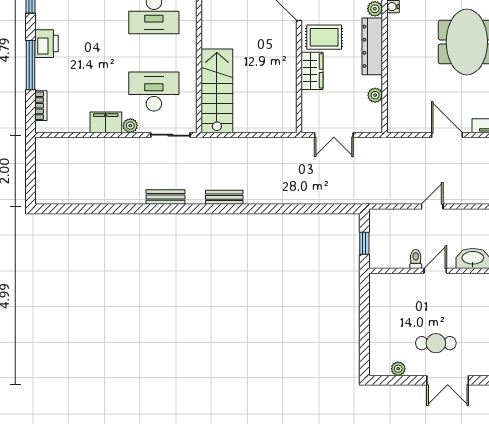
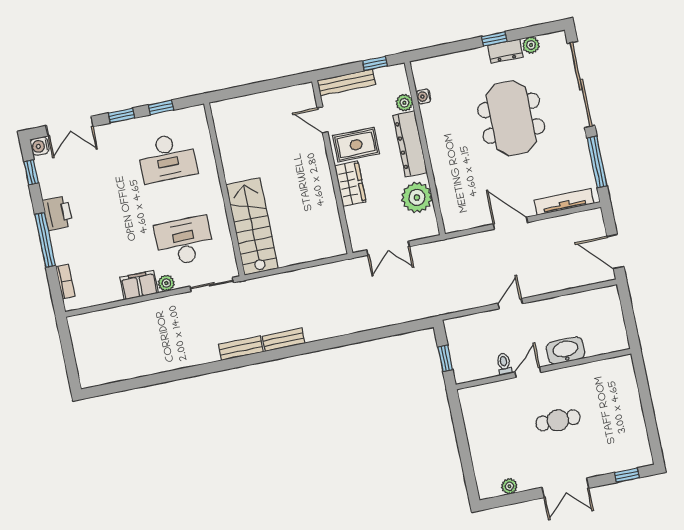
plant: (375, 95) -> (417, 197), width x1.88, depth x1.88
bench: (165, 197) -> (241, 348), moved
cafe table: (436, 343) -> (558, 420), moved

